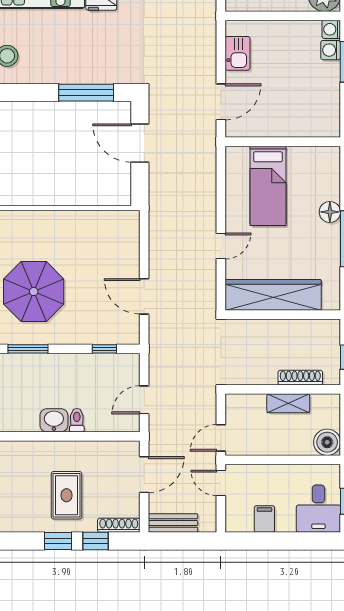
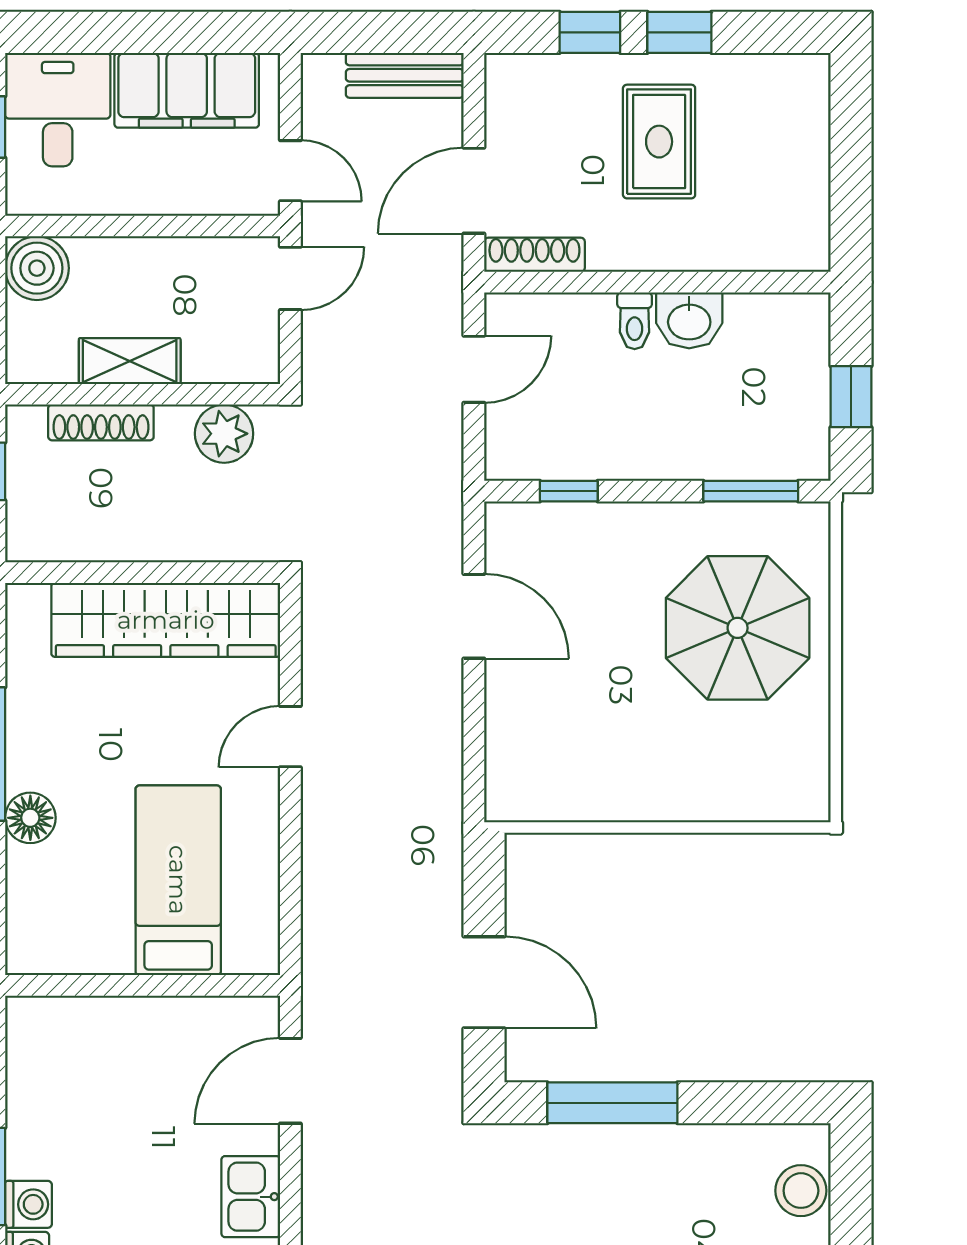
plant: (249, 373) -> (224, 434), added
filing cabinet: (264, 519) -> (187, 90), width x3.00, depth x1.17
shoe rack: (119, 525) -> (534, 255), moved, turned 180

